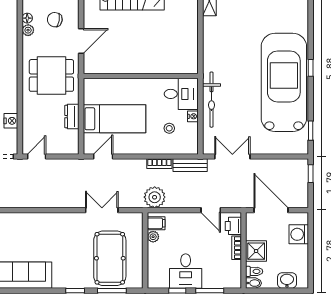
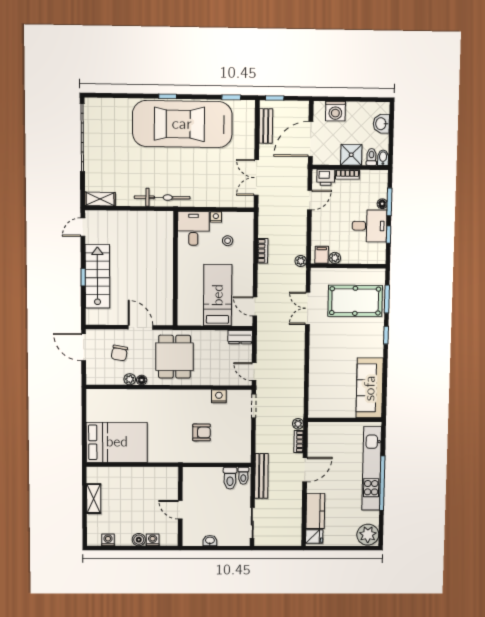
floor lamp: (27, 18) -> (142, 380), moved
bicycle: (212, 100) -> (162, 197), moved
dresser: (72, 117) -> (240, 337), moved
bench: (190, 165) -> (266, 126), moved
plant: (155, 197) -> (301, 261), width x0.53, depth x0.53
floor lamp: (208, 283) -> (382, 204), added

